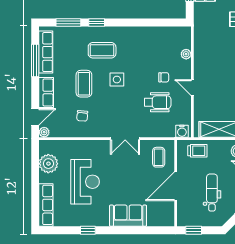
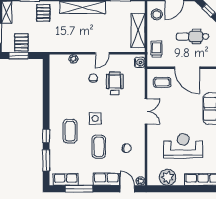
row of seats: (46, 52) -> (66, 180), width x0.68
coffee table: (84, 84) -> (99, 147), turned 90

